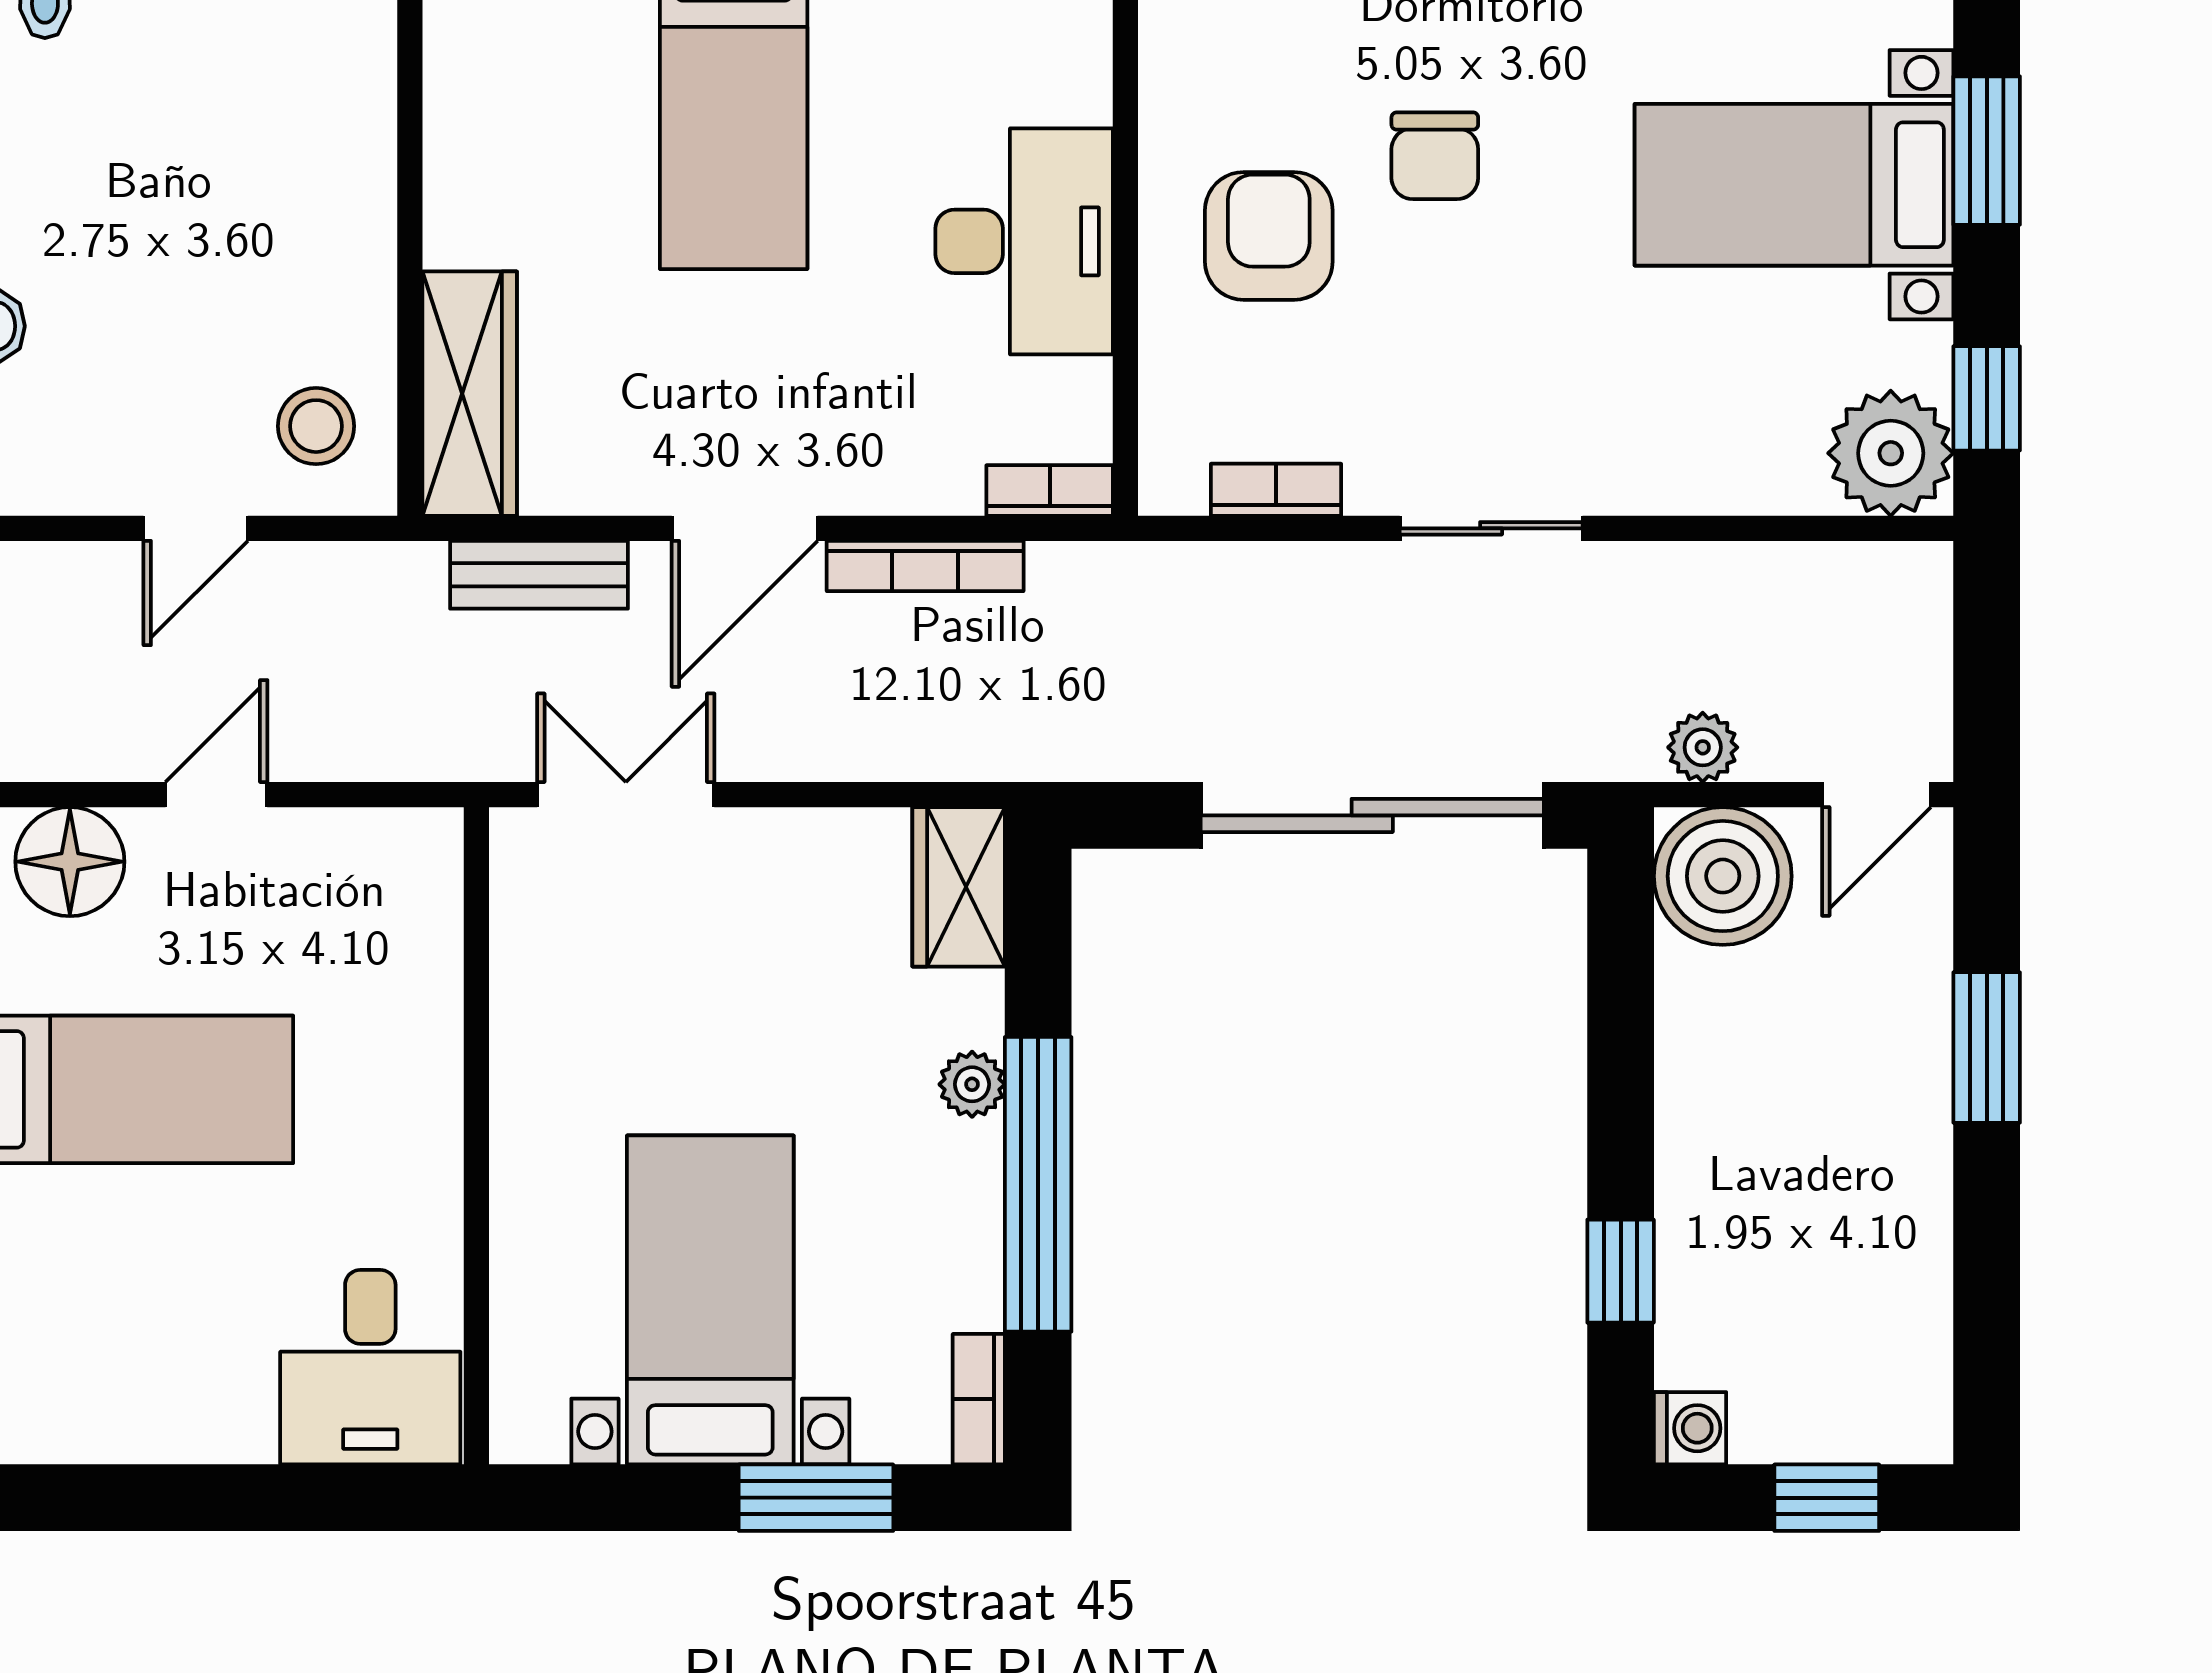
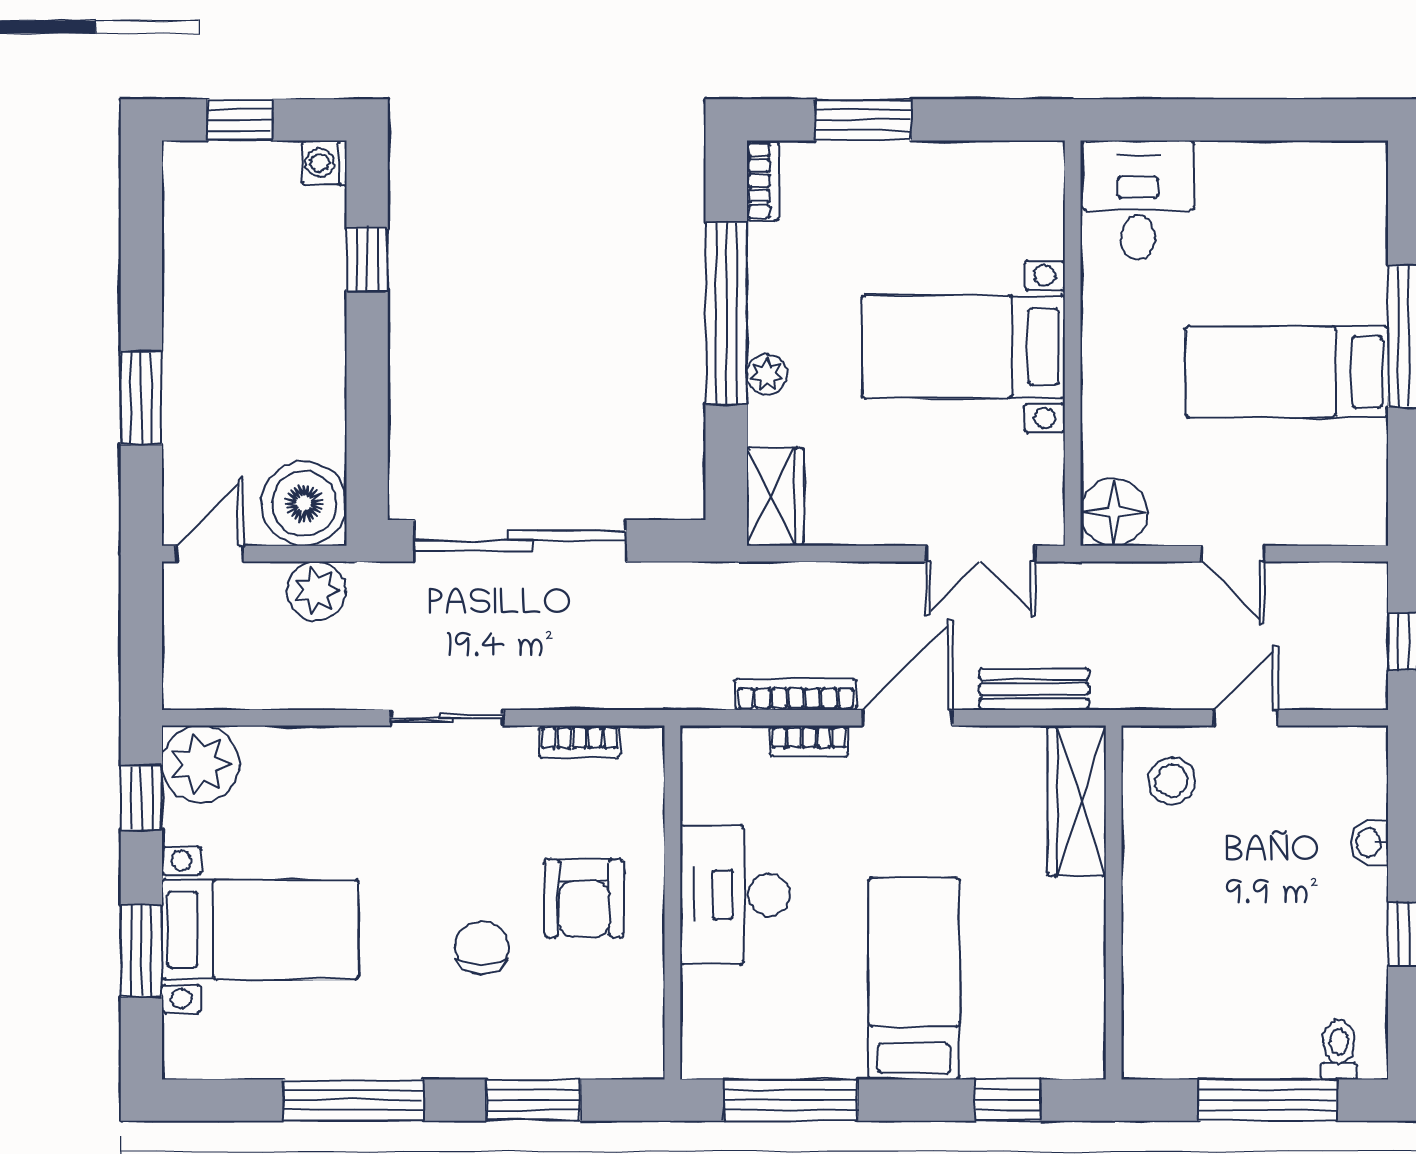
bookcase: (1050, 491) -> (809, 741), moved
plant: (1703, 747) -> (316, 591), width x1.38, depth x1.38
door: (216, 795) -> (1233, 554), hinge flipped
floor lamp: (70, 862) -> (1114, 512), moved
bed with nightstands: (710, 1300) -> (963, 347), moved, turned 90

